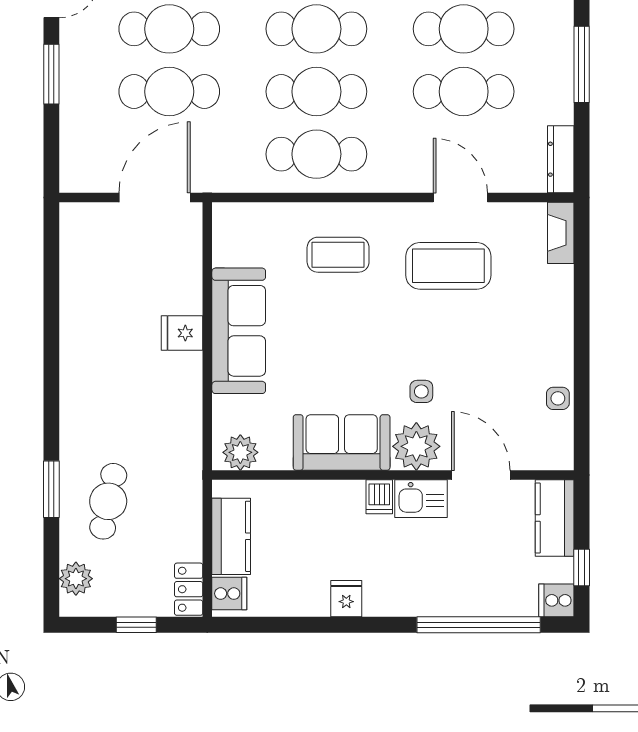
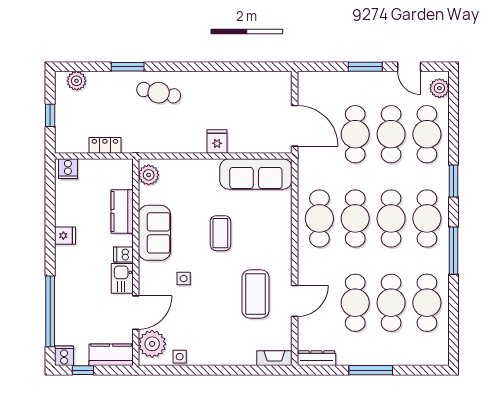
coffee table: (338, 255) -> (220, 233), moved
sofa: (239, 331) -> (256, 174), moved
plant: (416, 446) -> (152, 344), moved
cafe table: (108, 501) -> (159, 93), moved
kitchen counter: (231, 536) -> (122, 211), moved, turned 90
locker: (189, 589) -> (105, 145), moved

